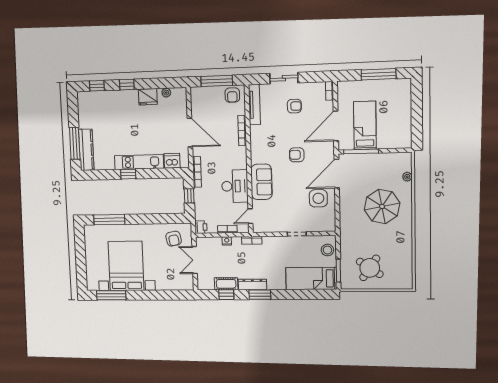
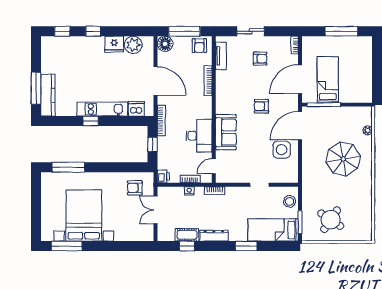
plant: (166, 93) -> (133, 45), width x1.88, depth x1.88
floor lamp: (198, 94) -> (165, 44), added
tv unit: (254, 105) -> (221, 56), width x0.71
armchair: (174, 239) -> (135, 188), turned 101
window: (260, 295) -> (246, 246), moved

